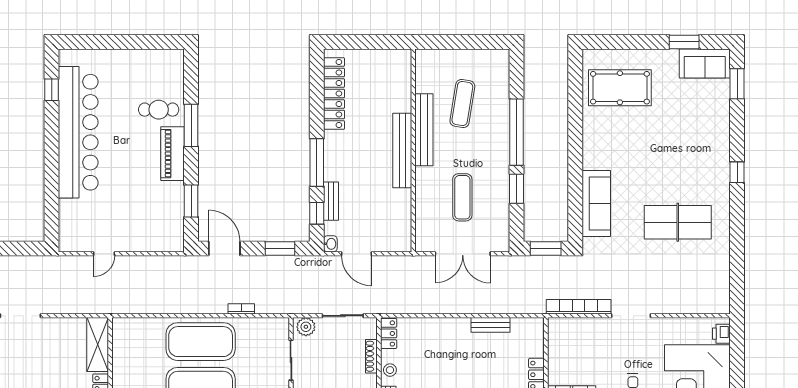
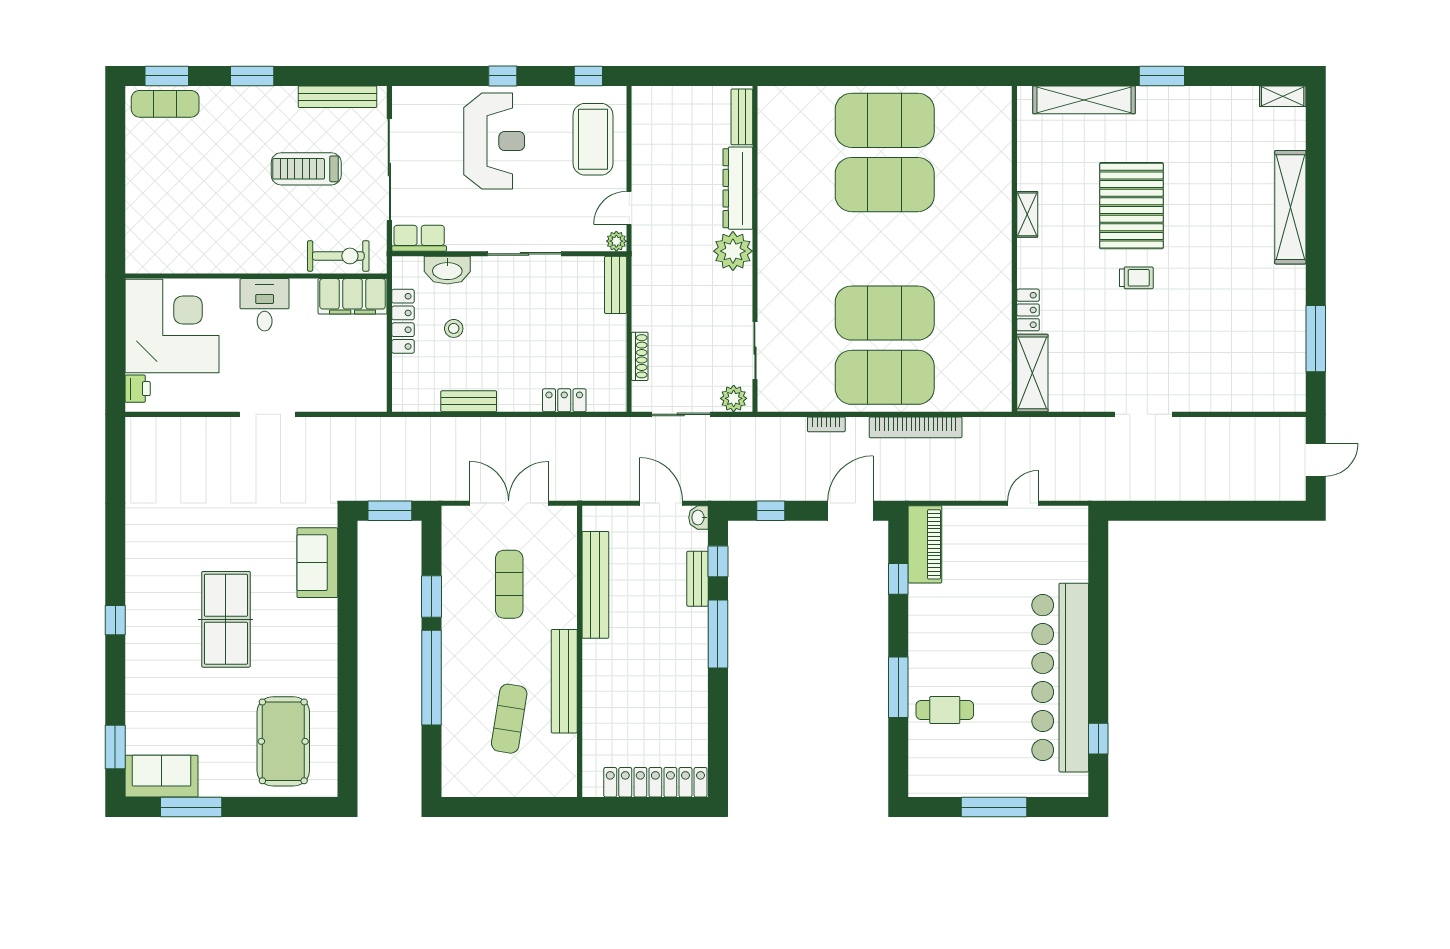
window: (124, 42) -> (994, 807), added
window: (684, 42) -> (191, 807), width x1.44
pool table: (620, 88) -> (283, 741), turned 90
locker: (334, 94) -> (655, 782), moved, turned 90
bench: (402, 151) -> (595, 585), moved
piano: (173, 154) -> (925, 544), moved
window: (191, 201) -> (898, 579), width x0.67
sofa: (596, 203) -> (317, 563), width x0.73
table tennis table: (678, 222) -> (226, 619), moved, turned 90
door: (224, 249) -> (850, 511), swing flipped
window: (280, 249) -> (771, 511), width x0.67
bookcase: (579, 307) -> (916, 427), moved
locker: (389, 333) -> (564, 400), moved, turned 90
stool: (390, 370) -> (454, 328), moved

